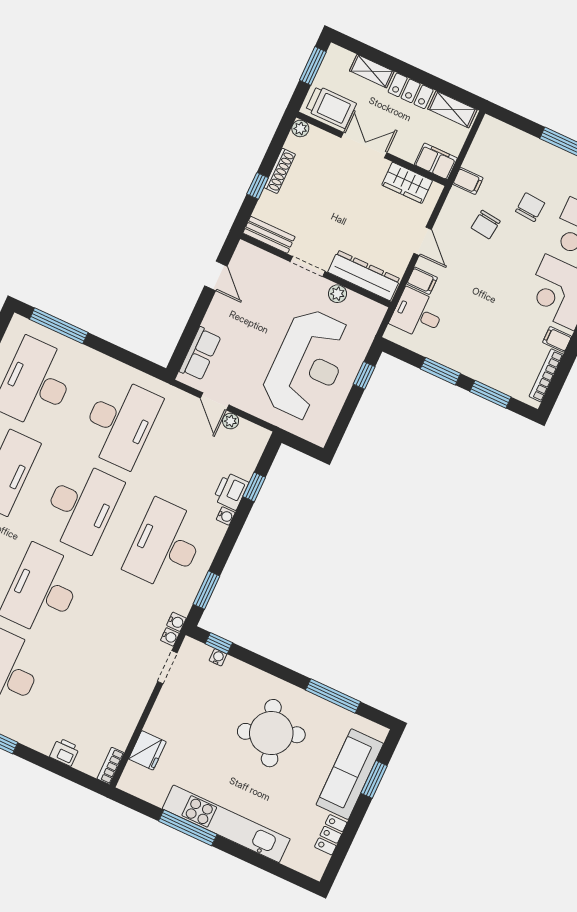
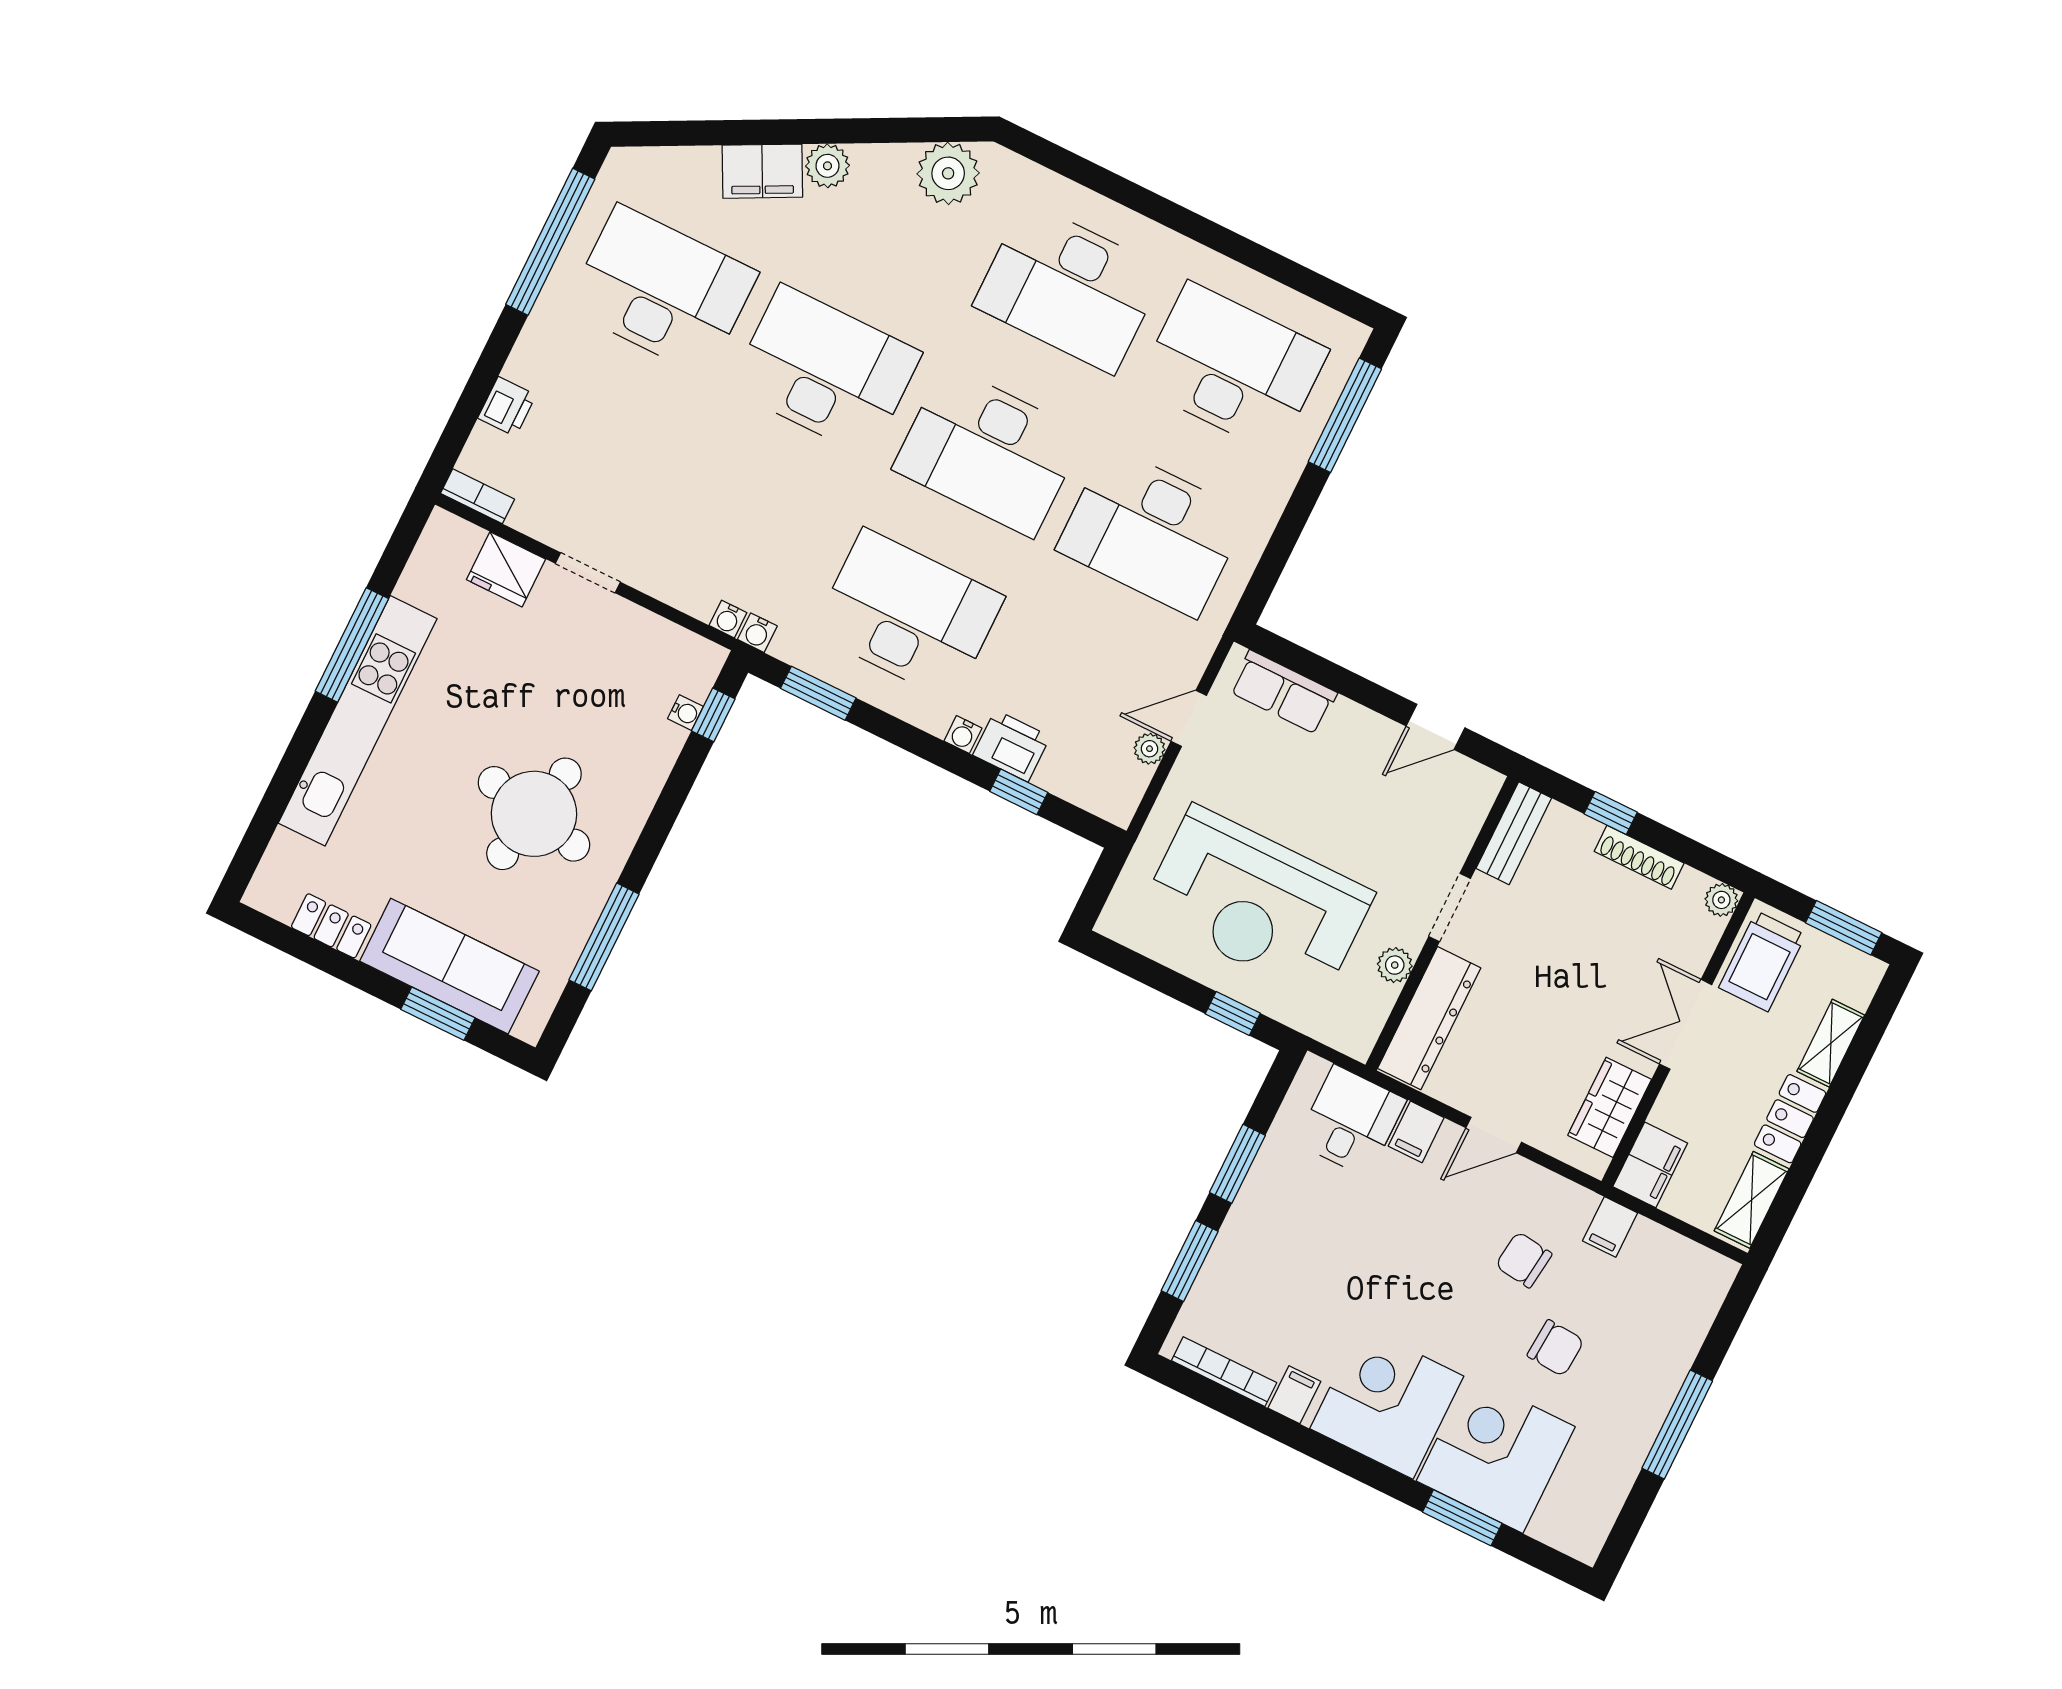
double door: (364, 145) -> (1686, 1024), swing flipped
doorway: (167, 667) -> (588, 573), moved
round table: (271, 733) -> (534, 814), turned 33

